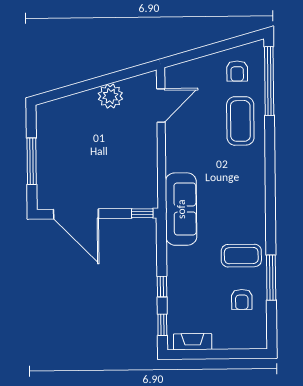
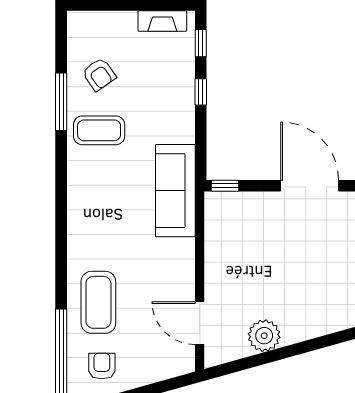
door: (161, 105) -> (200, 323), hinge flipped
armchair: (242, 299) -> (99, 74), turned 145

